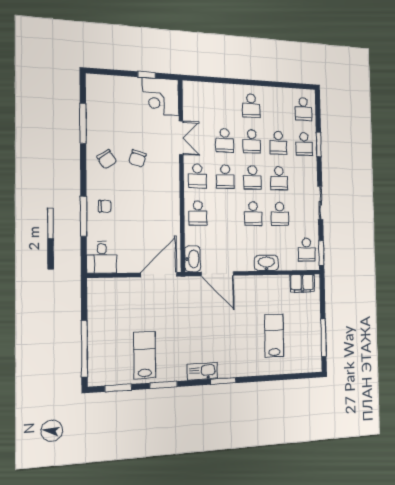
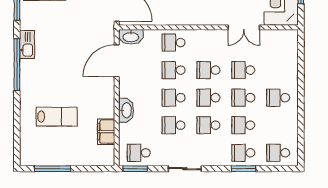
school desk: (197, 176) -> (174, 70), moved
filing cabinet: (302, 283) -> (106, 132), moved
window: (223, 381) -> (17, 65), width x2.11

